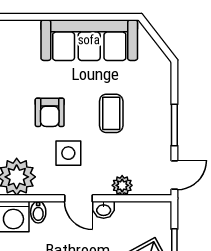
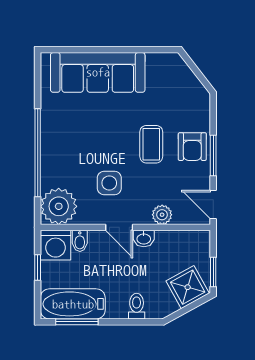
sofa: (89, 40) -> (98, 72), moved
armchair: (50, 112) -> (192, 147), moved
door: (174, 175) -> (213, 204), swing flipped

